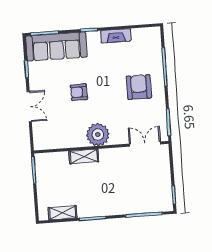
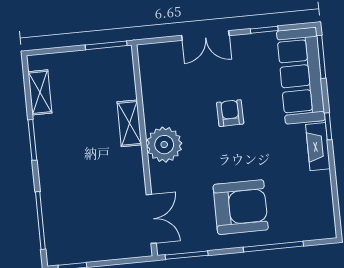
fireplace: (116, 36) -> (318, 147), moved
armchair: (139, 87) -> (241, 207), width x1.36, depth x1.36

